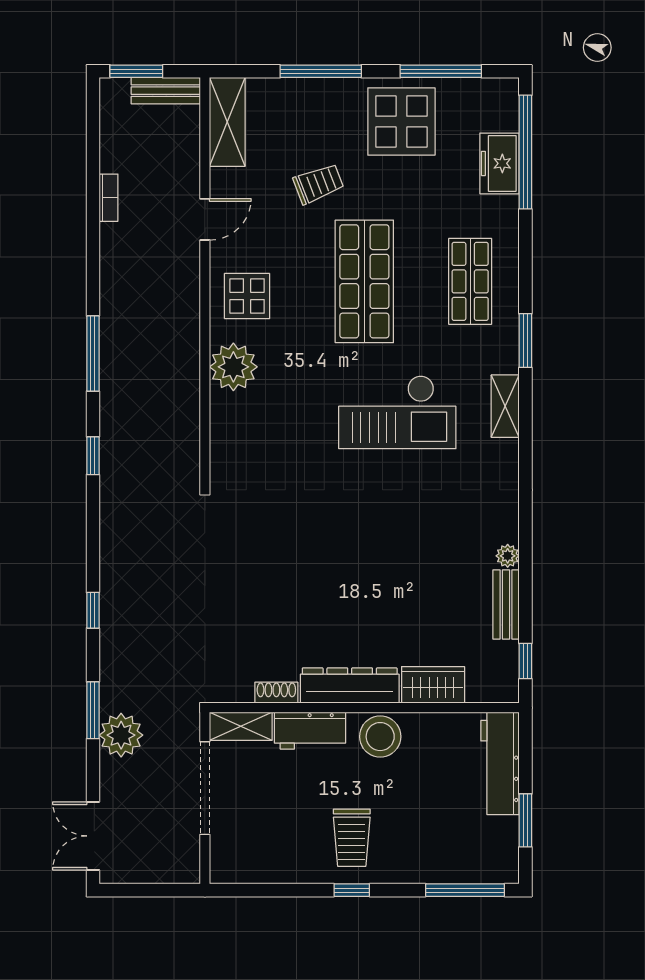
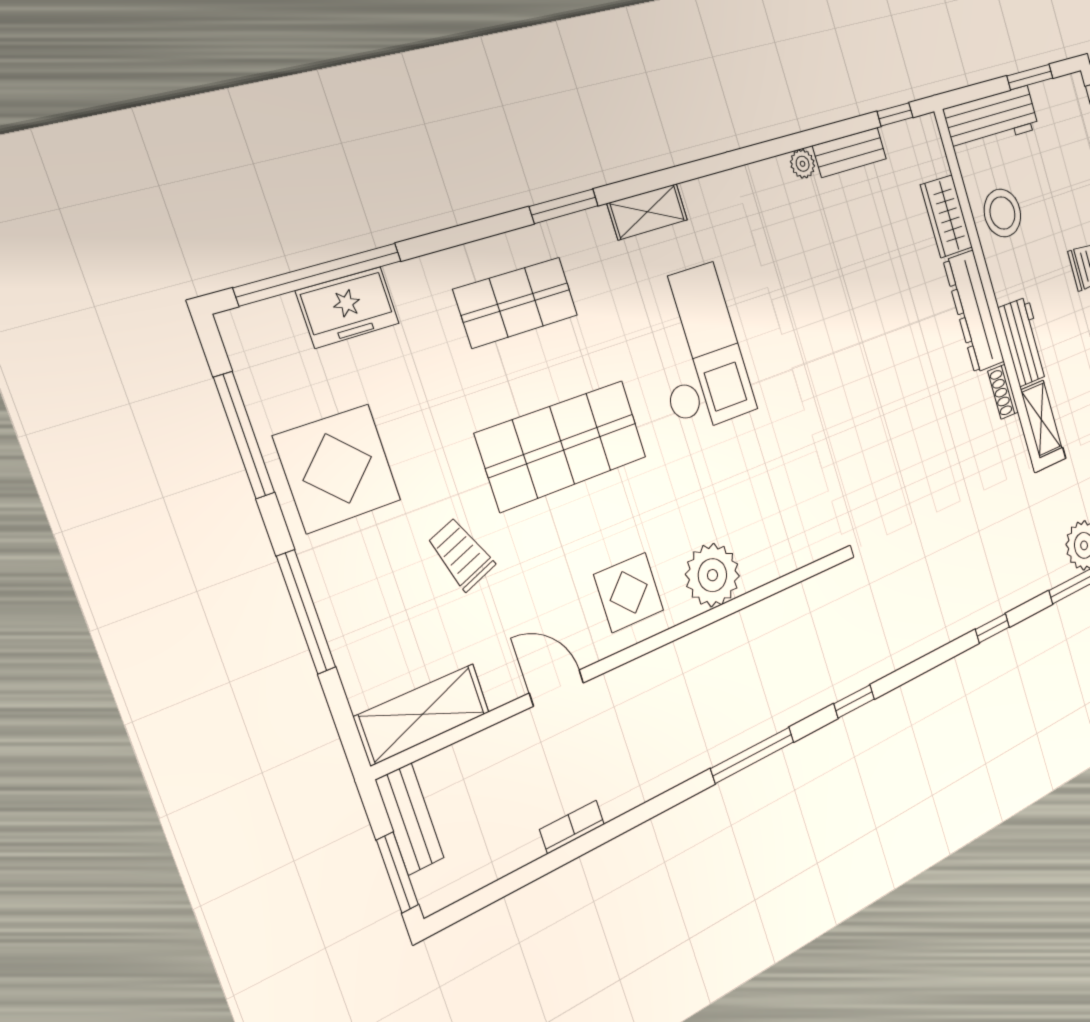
stool: (380, 737) -> (1002, 213), moved

